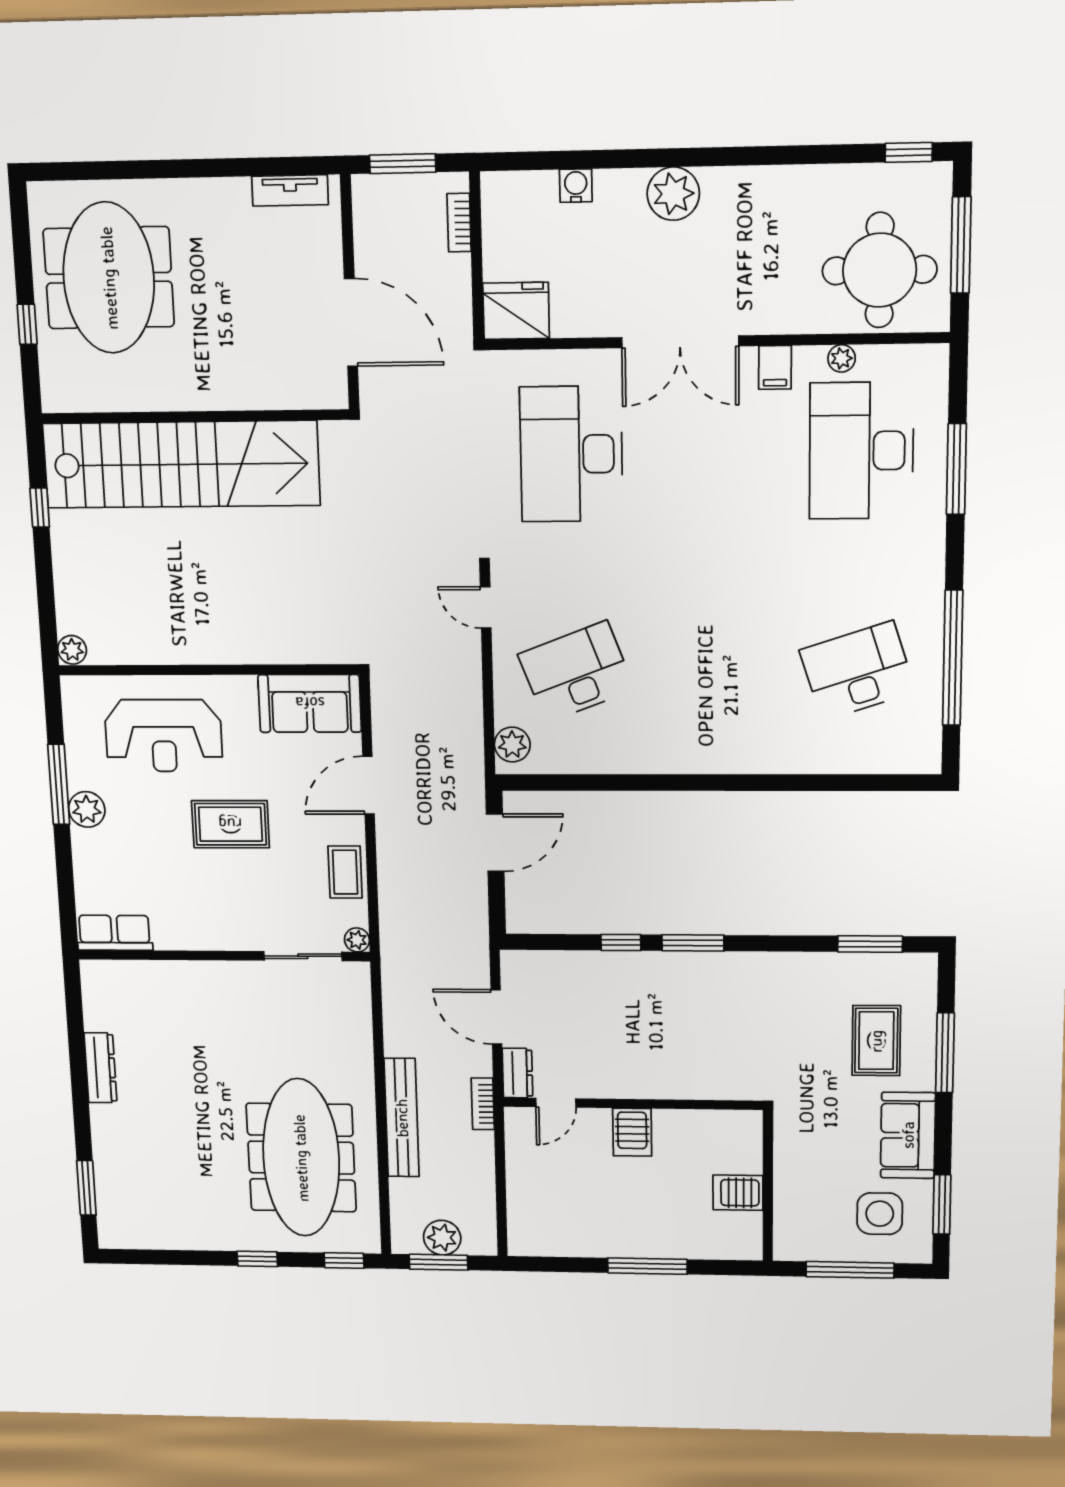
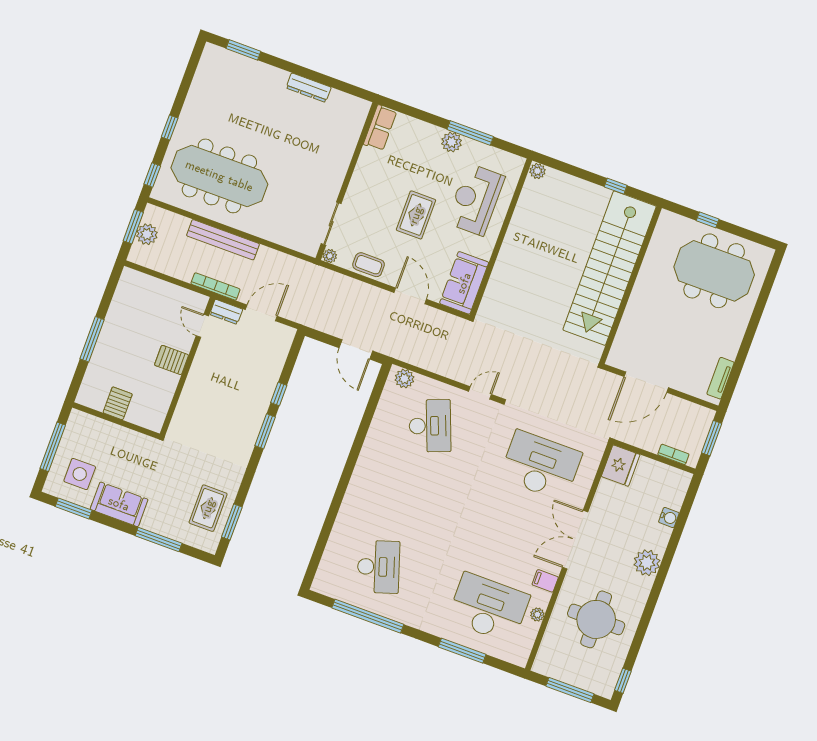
round table: (880, 270) -> (596, 619), moved
rug: (876, 1041) -> (208, 508), moved, turned 90
bookcase: (483, 1104) -> (215, 286), width x1.56

